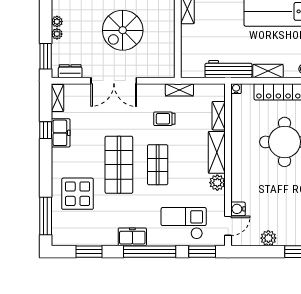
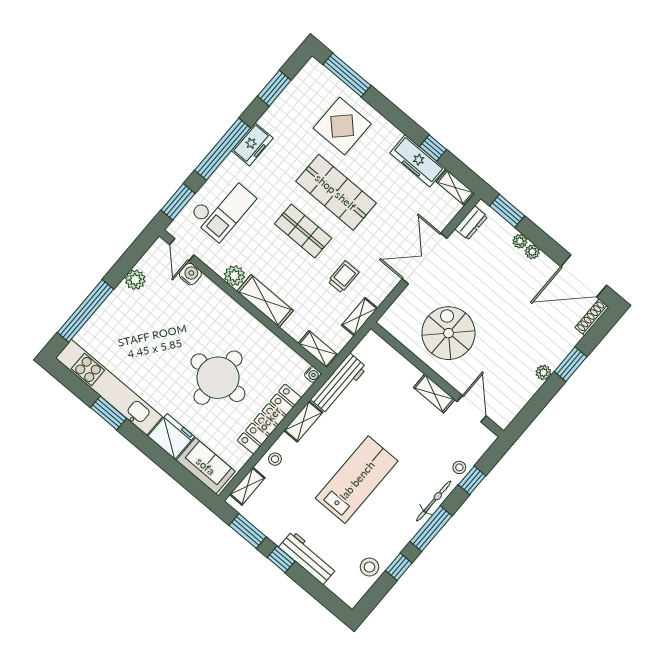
spiral stairs: (123, 30) -> (448, 333), moved
shelving: (219, 116) -> (318, 349), moved
freezer: (61, 133) -> (418, 161), width x1.40

